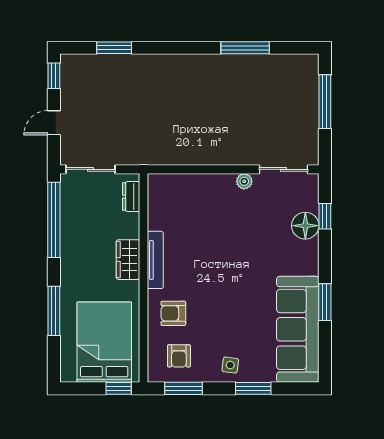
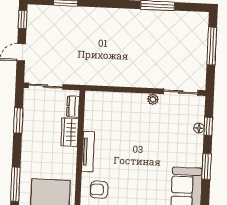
window: (54, 220) -> (18, 121), width x0.47
floor lamp: (305, 226) -> (199, 128), width x0.53, depth x0.53
wardrobe: (128, 260) -> (70, 132), moved
window: (325, 302) -> (206, 166), moved

